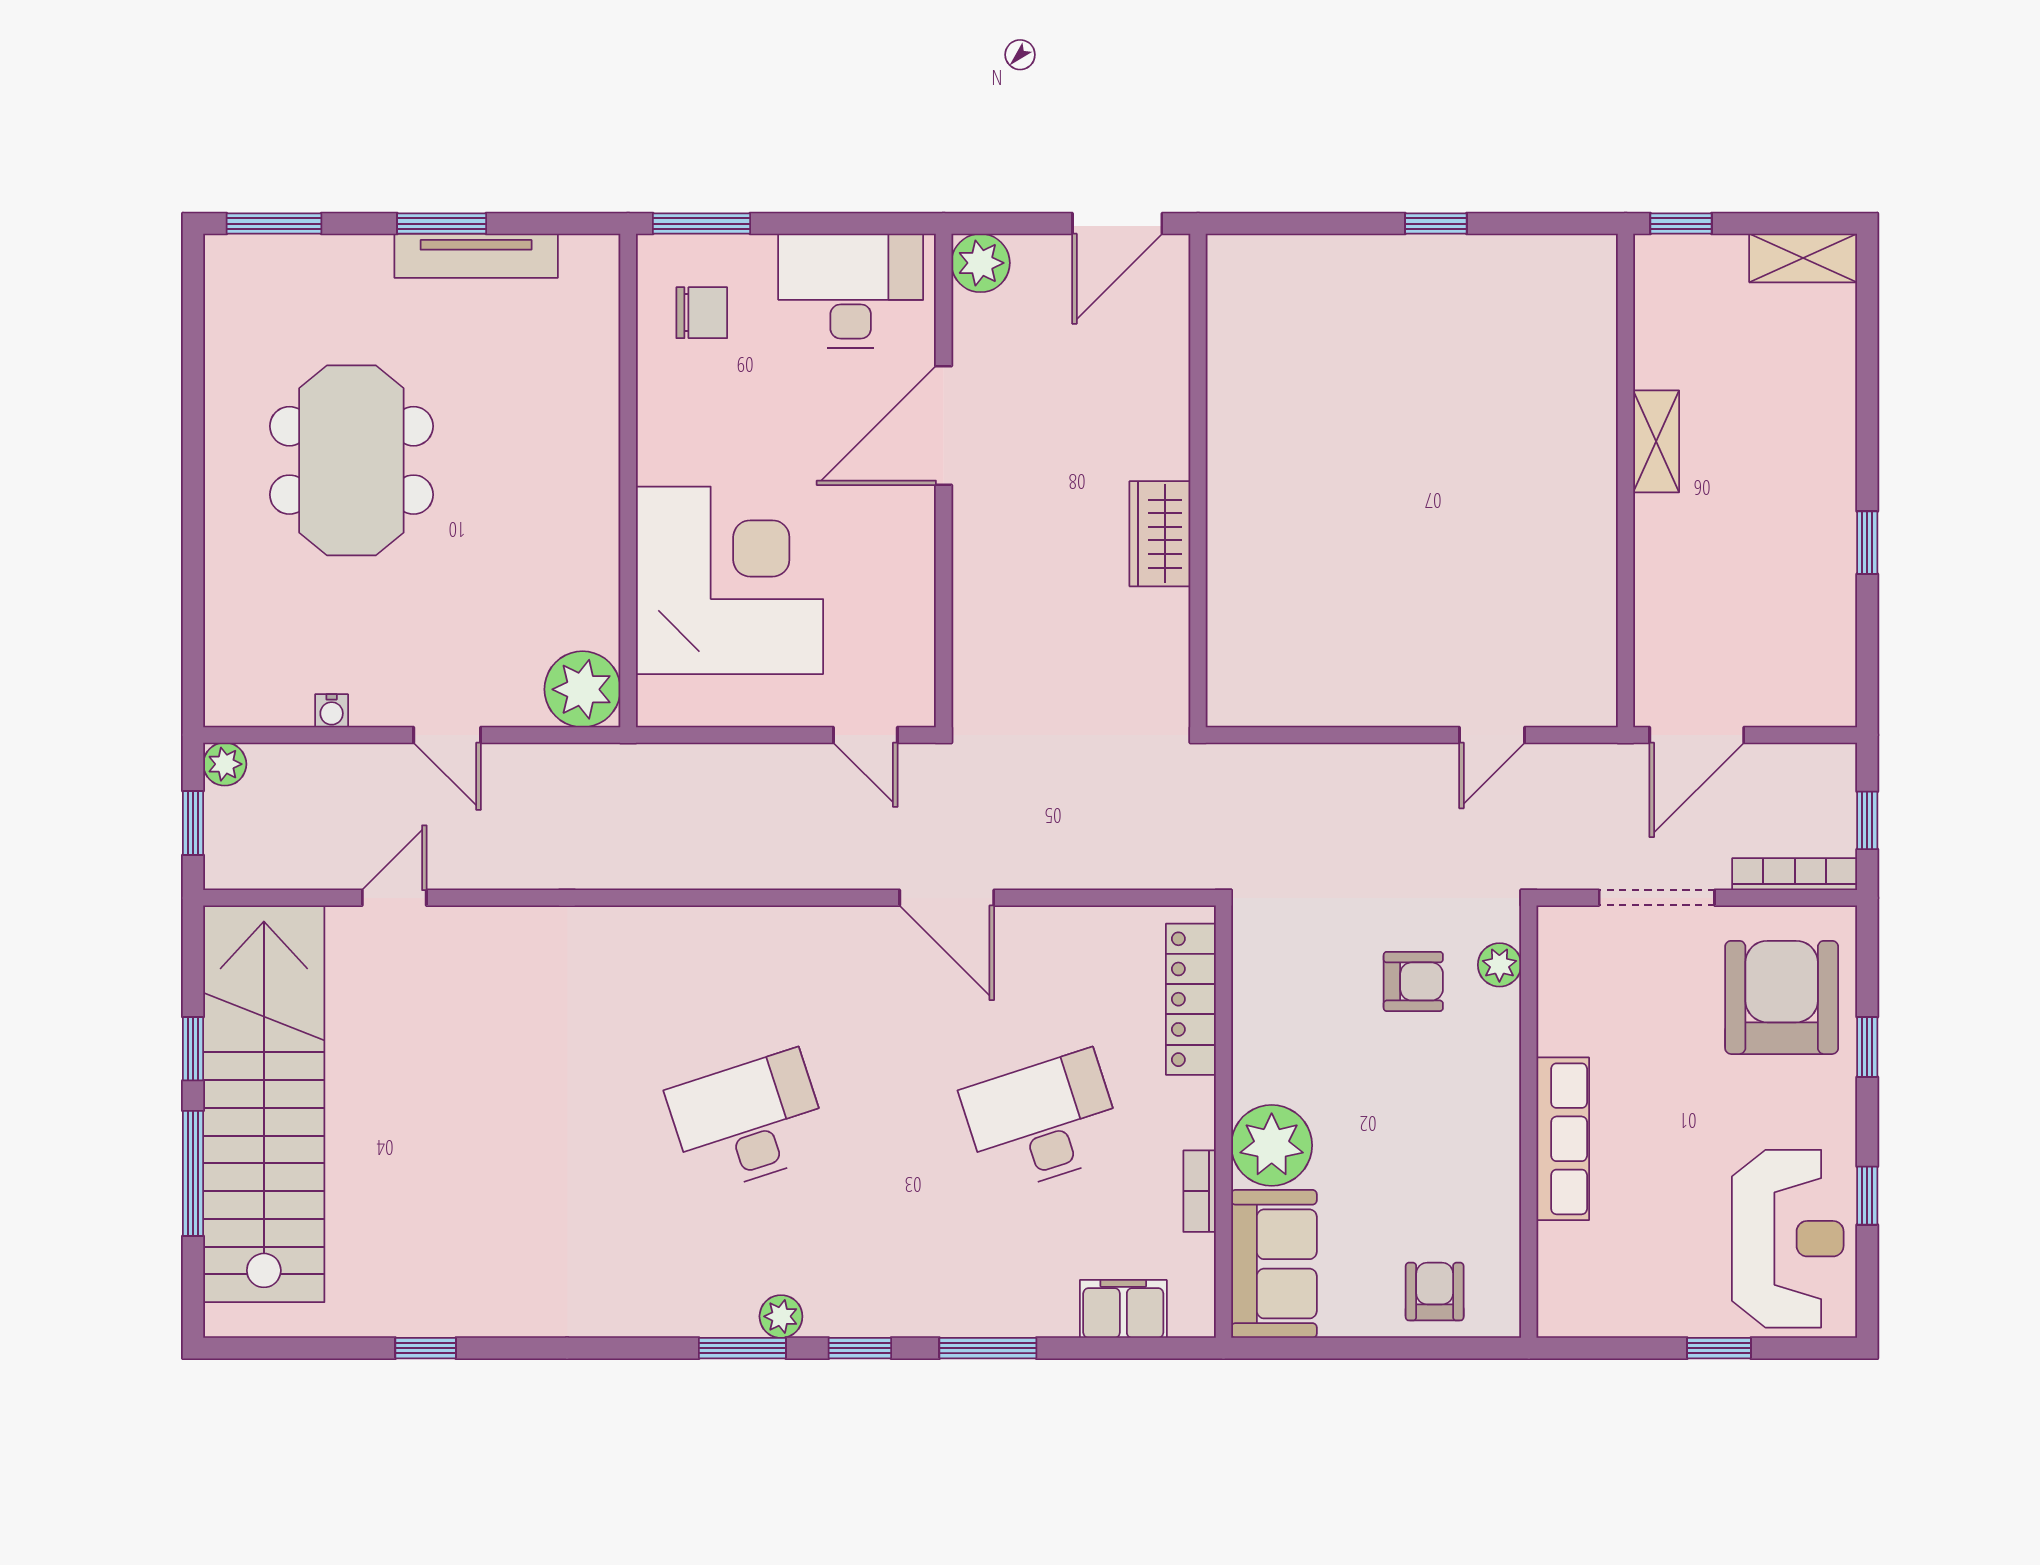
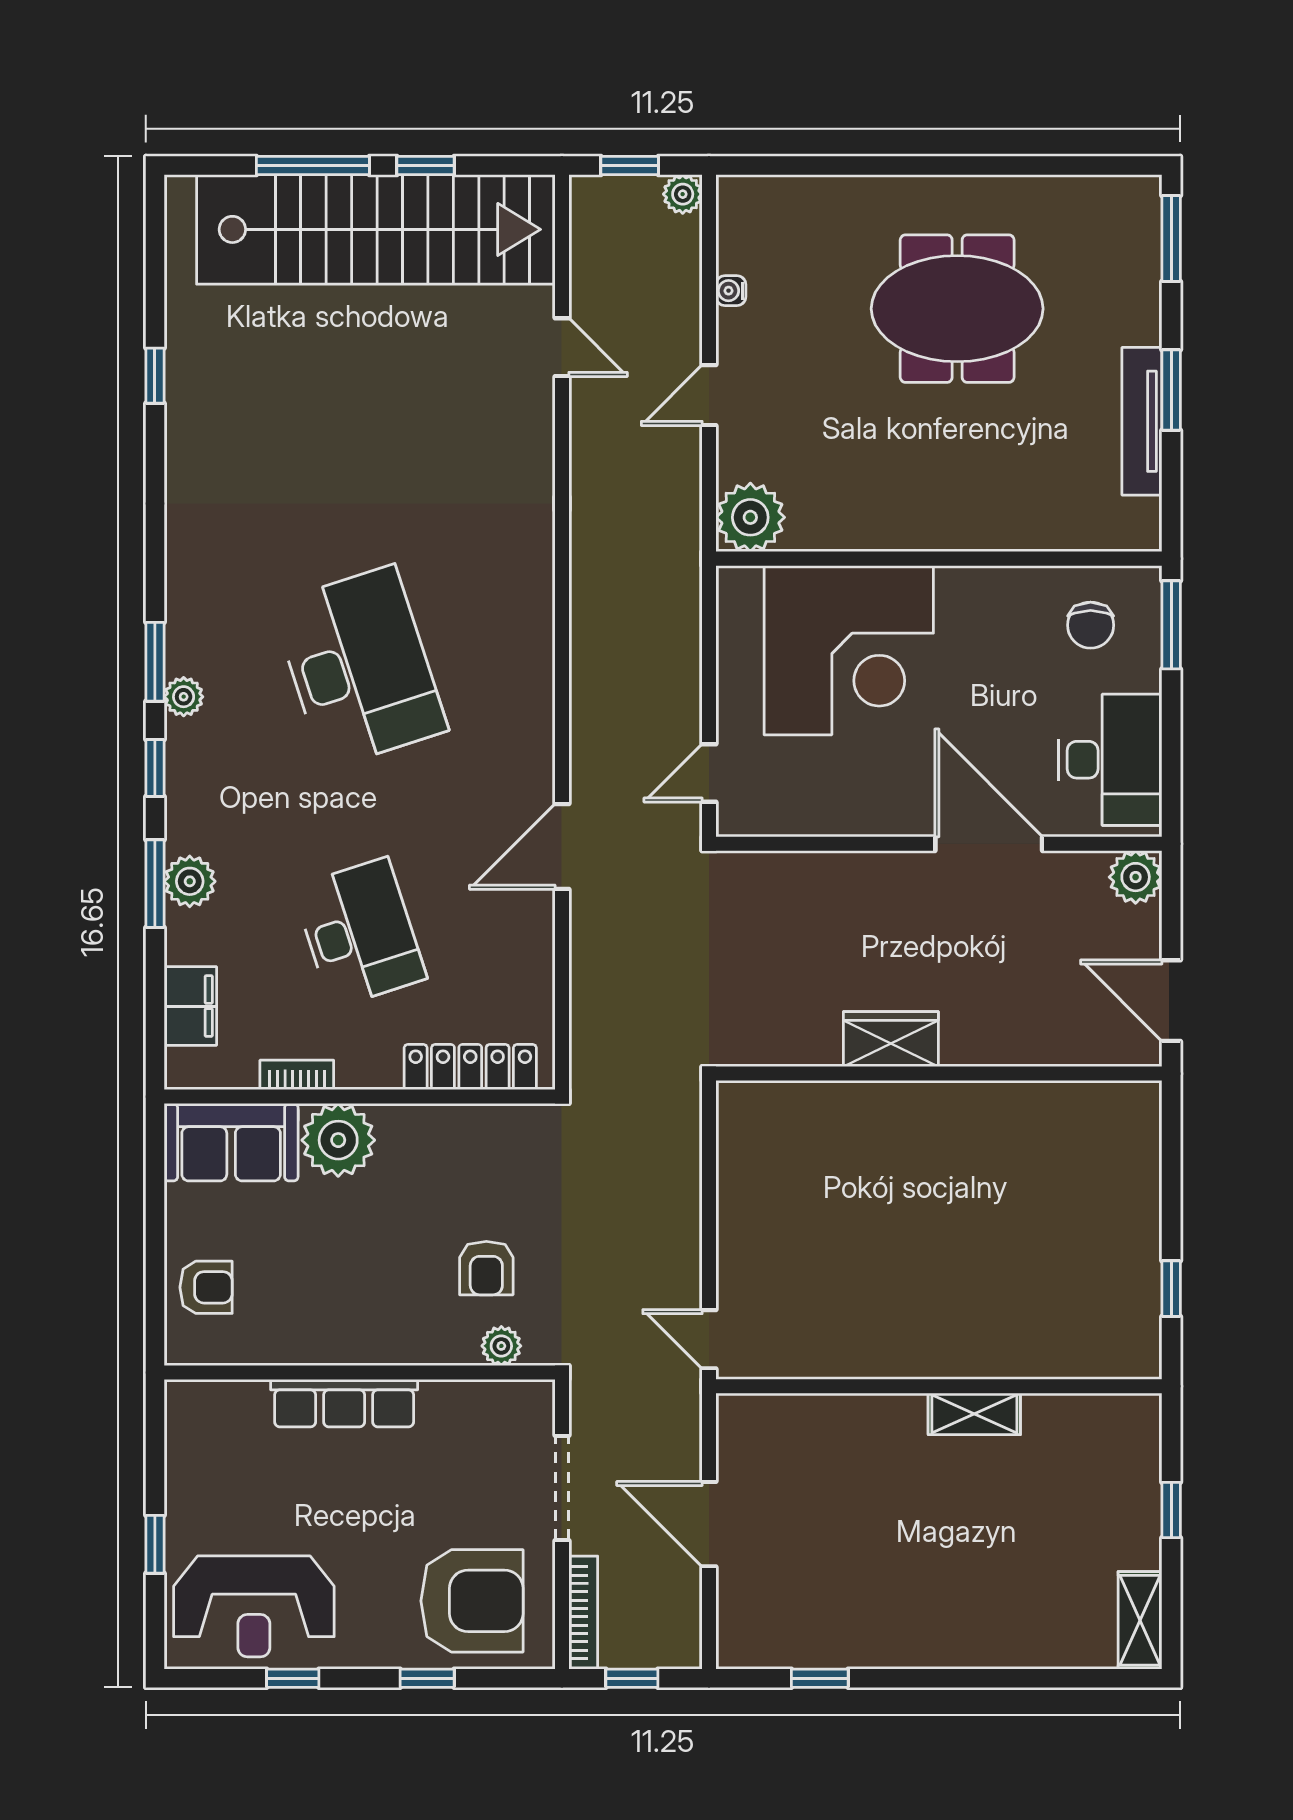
shelving: (1656, 441) -> (974, 1414), moved
wall: (1626, 481) -> (939, 1386), moved
window: (1867, 543) -> (820, 1678), moved
desk: (748, 1122) -> (360, 667), width x1.36, depth x1.30
plant: (985, 1310) -> (190, 881), added

